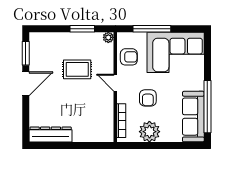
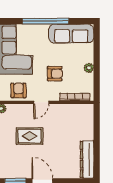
rug: (77, 69) -> (30, 136), turned 90
window: (207, 107) -> (46, 21), moved
plant: (149, 132) -> (89, 68), width x0.53, depth x0.53

